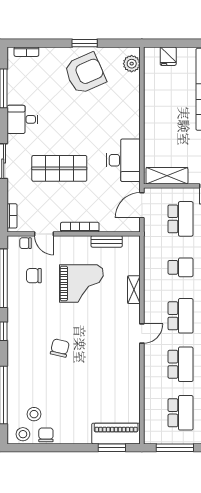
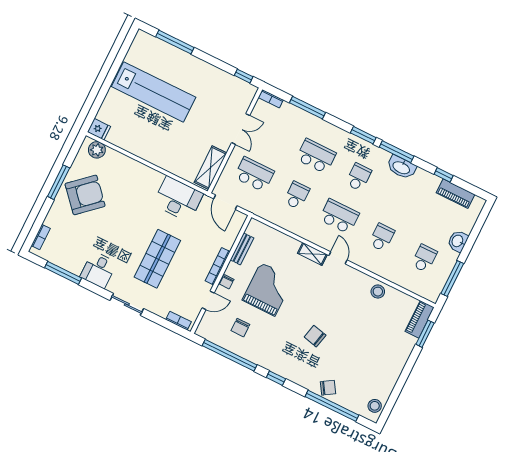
window: (85, 43) -> (59, 182), width x1.44
fridge: (168, 56) -> (99, 129), moved
armchair: (85, 73) -> (85, 195), turned 72
chair: (25, 243) -> (227, 282), moved
shelving: (134, 290) -> (312, 254), moved
school desk: (181, 364) -> (382, 237), width x0.54
school desk: (181, 413) -> (424, 258), width x0.54
stool: (34, 414) -> (378, 292), moved
piano: (116, 434) -> (420, 319), width x0.73, depth x0.75
chair: (46, 435) -> (328, 388), moved, turned 148

